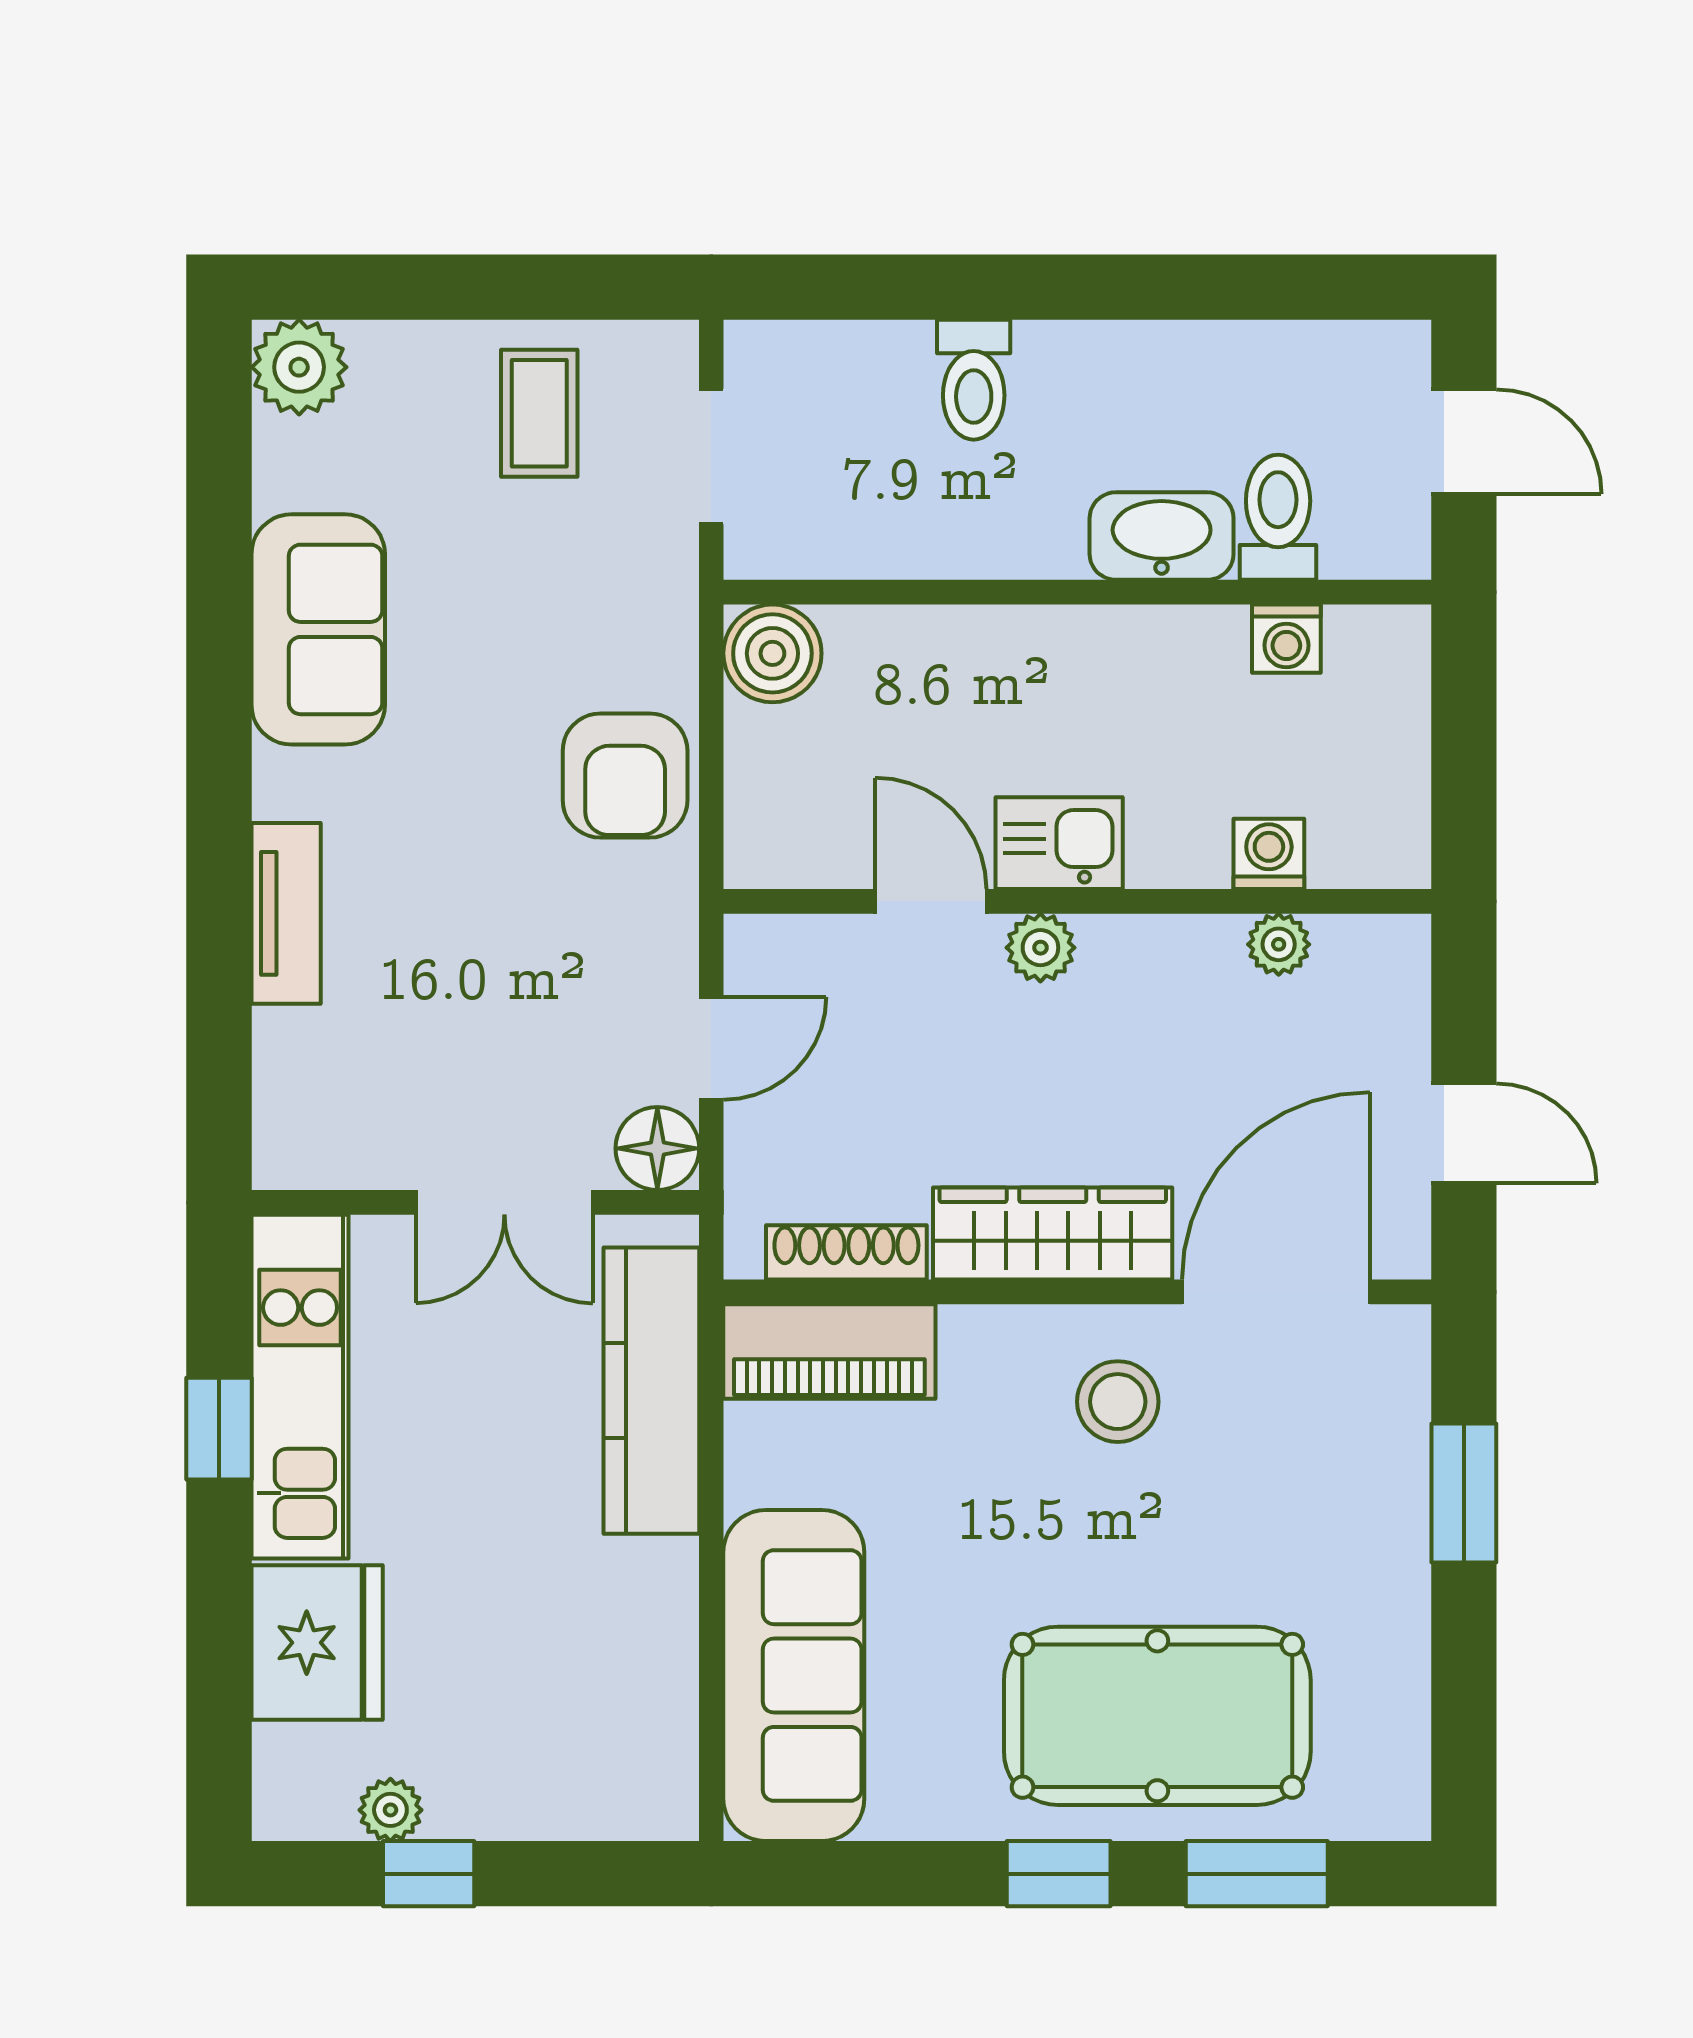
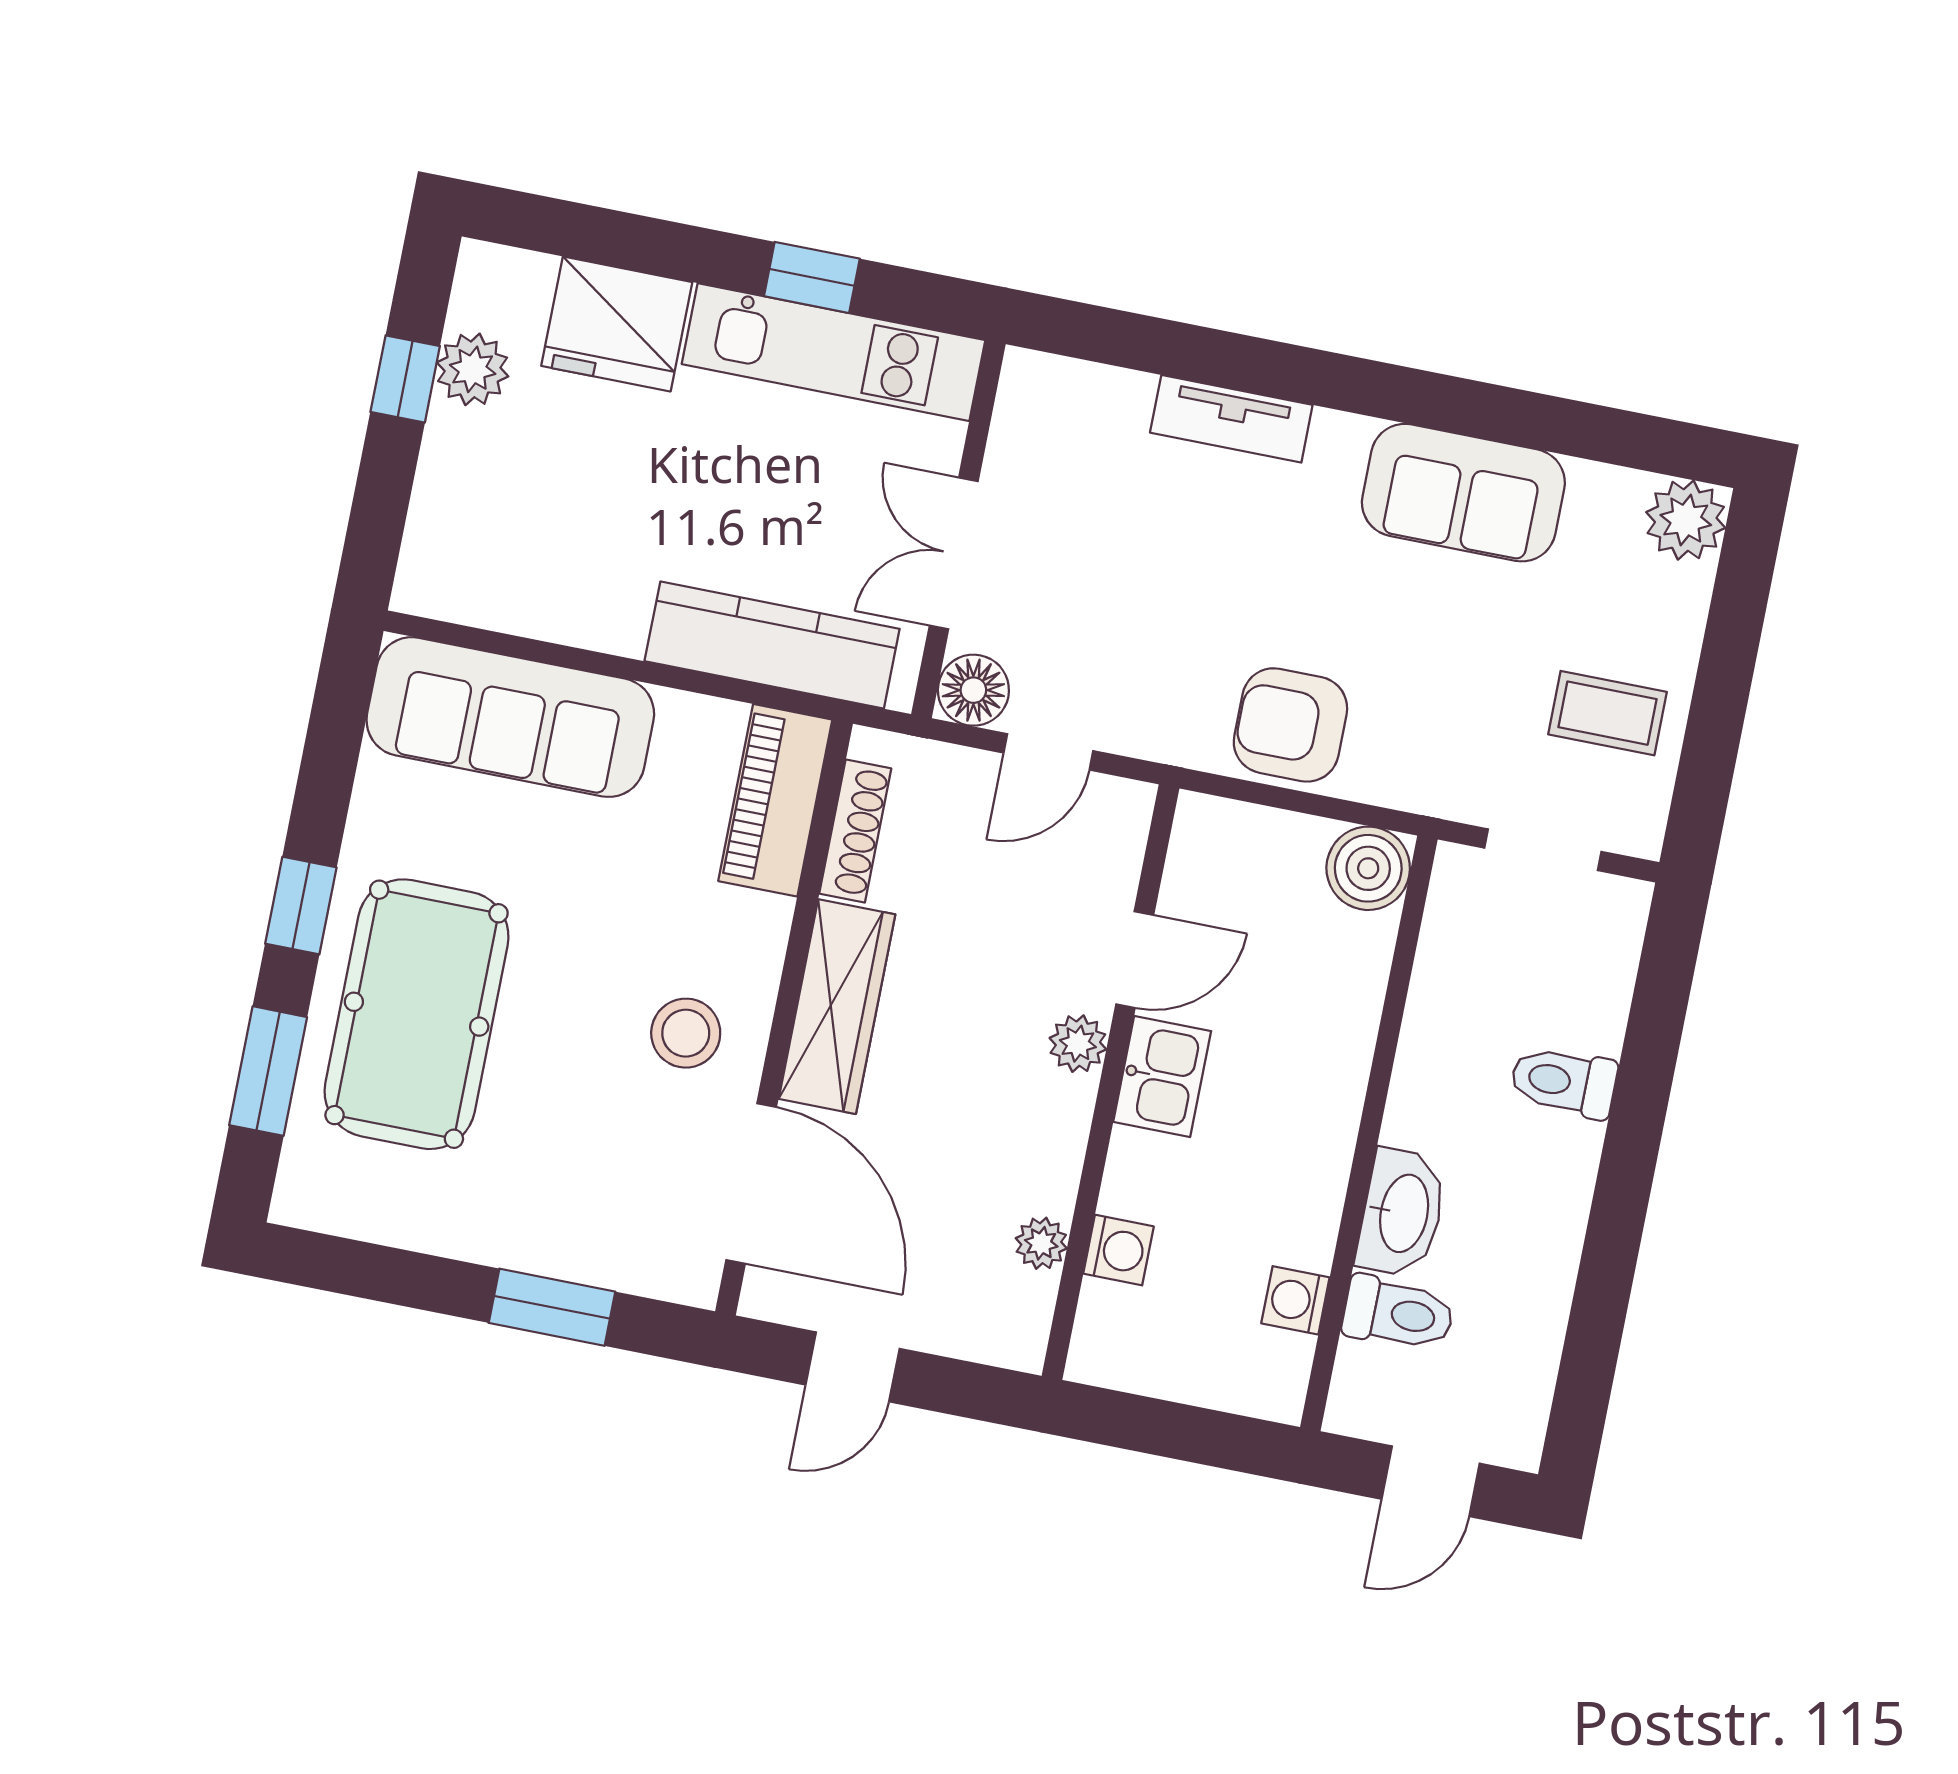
door: (711, 1048) -> (1048, 752), hinge flipped
plant: (390, 1810) -> (473, 369), width x1.38, depth x1.38

